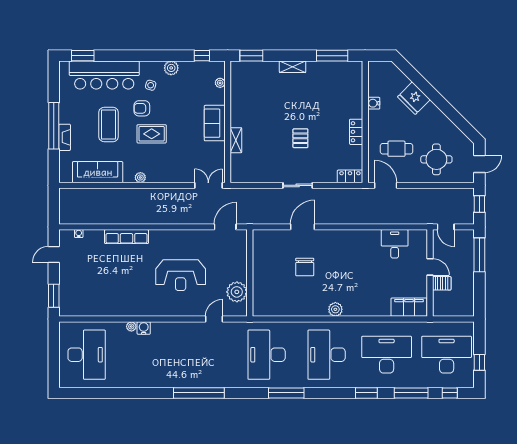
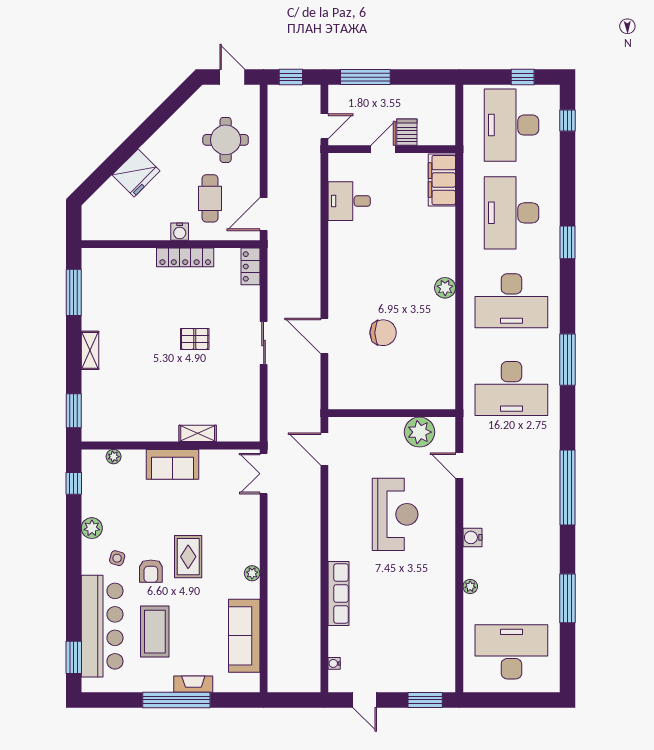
water cooler: (374, 103) -> (180, 232), moved
coffee table: (109, 124) -> (155, 632), moved, turned 90
locker: (356, 132) -> (185, 257), width x1.53
water cooler: (144, 328) -> (472, 537), moved
window: (411, 393) -> (567, 598), moved

